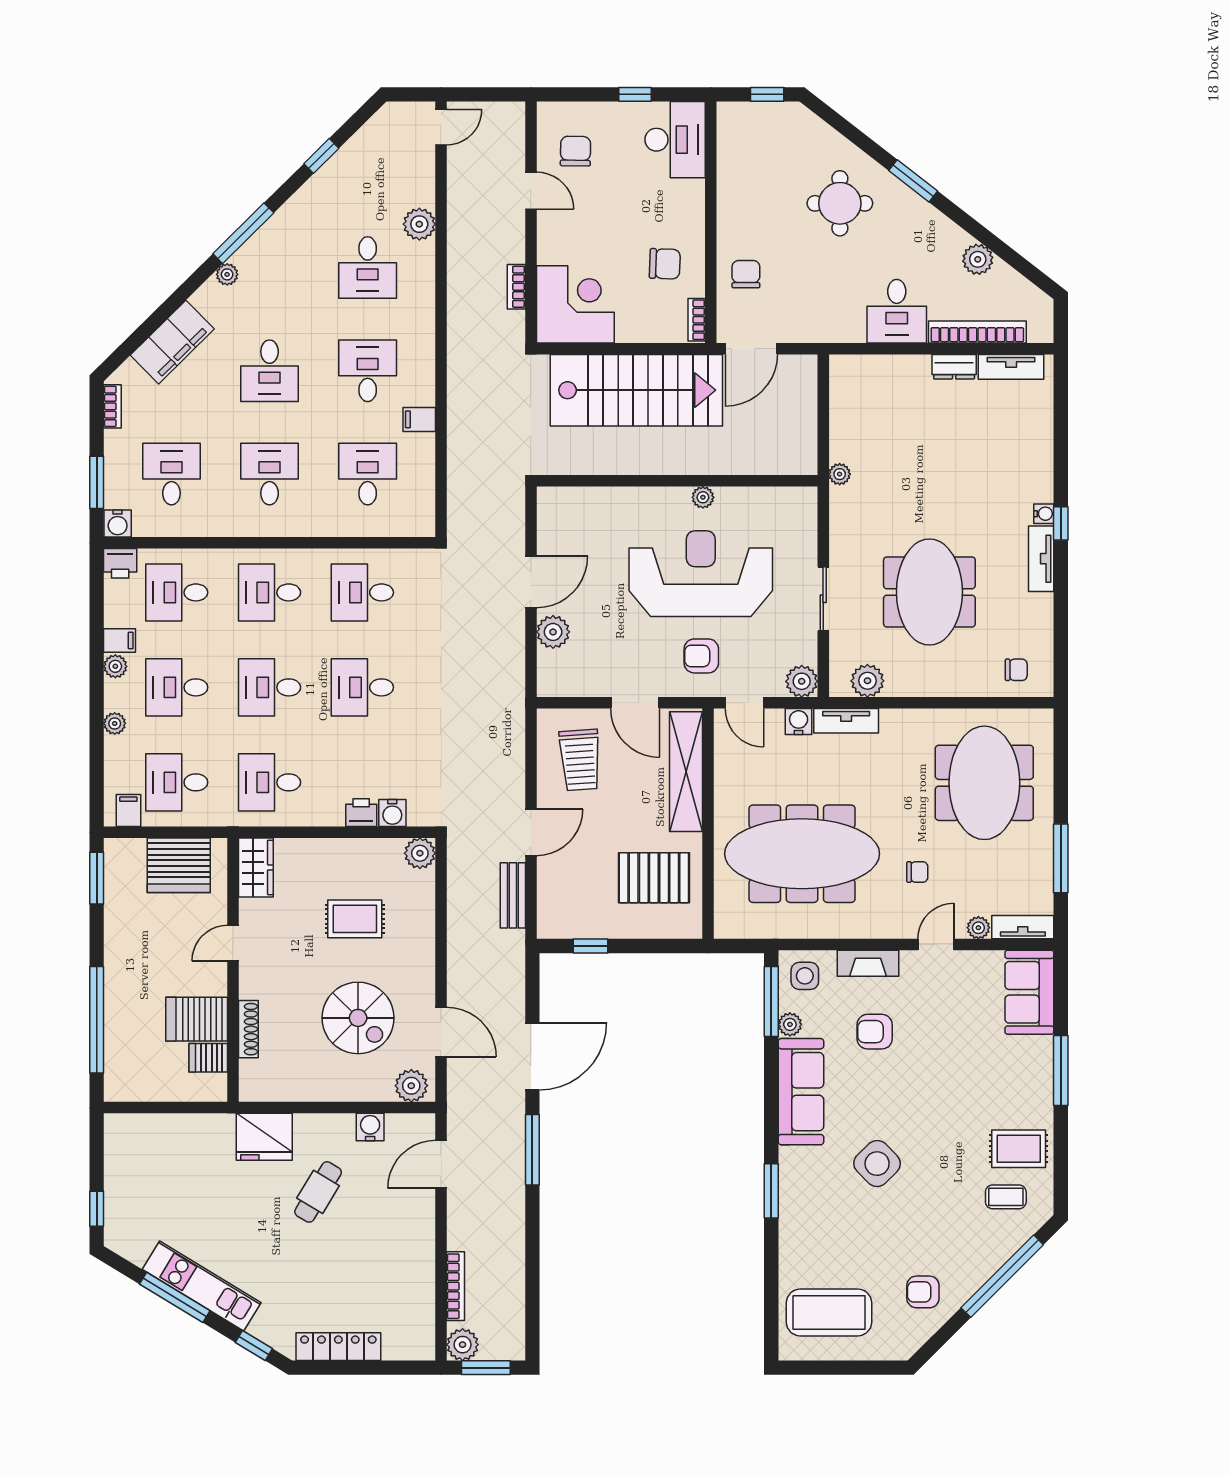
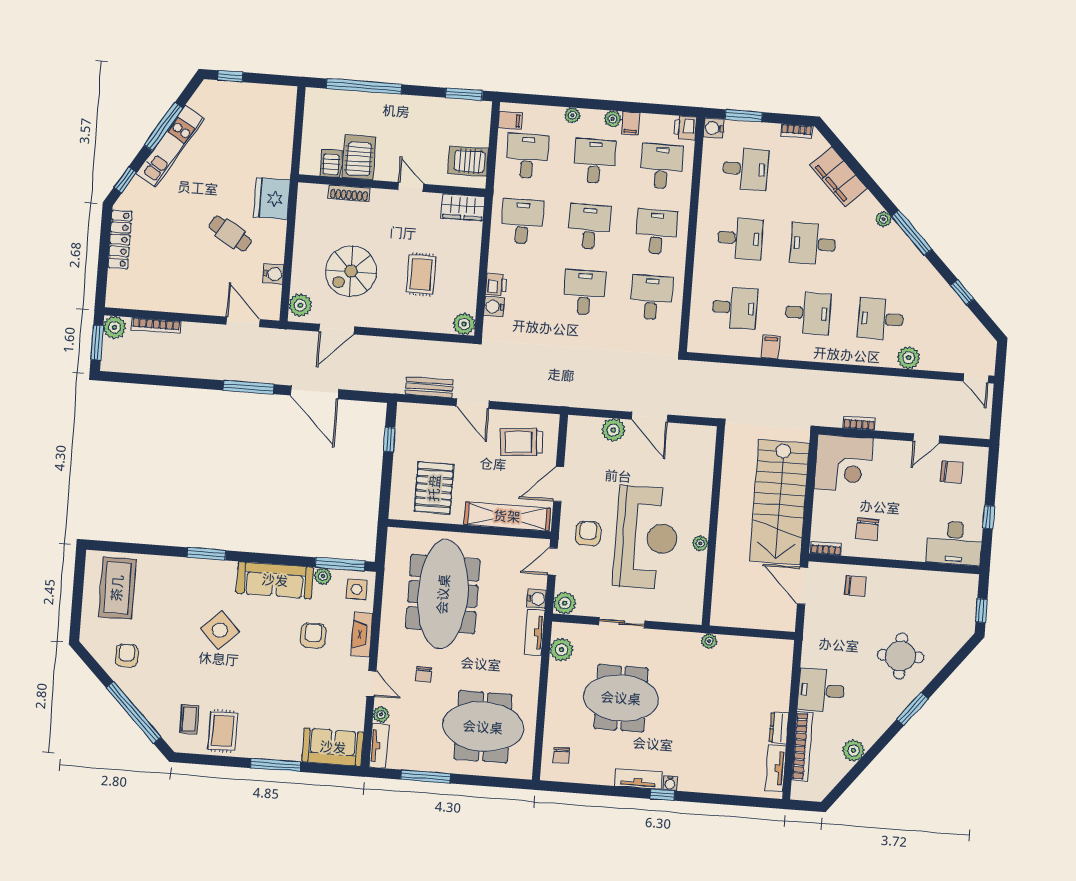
server rack: (179, 865) -> (468, 161), width x0.62

